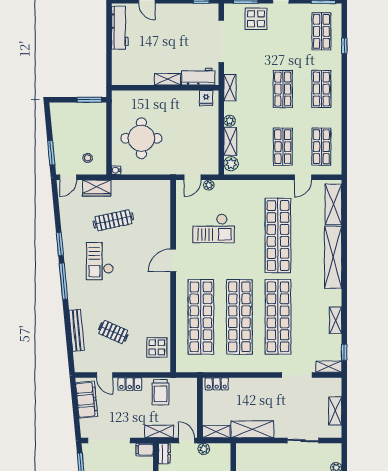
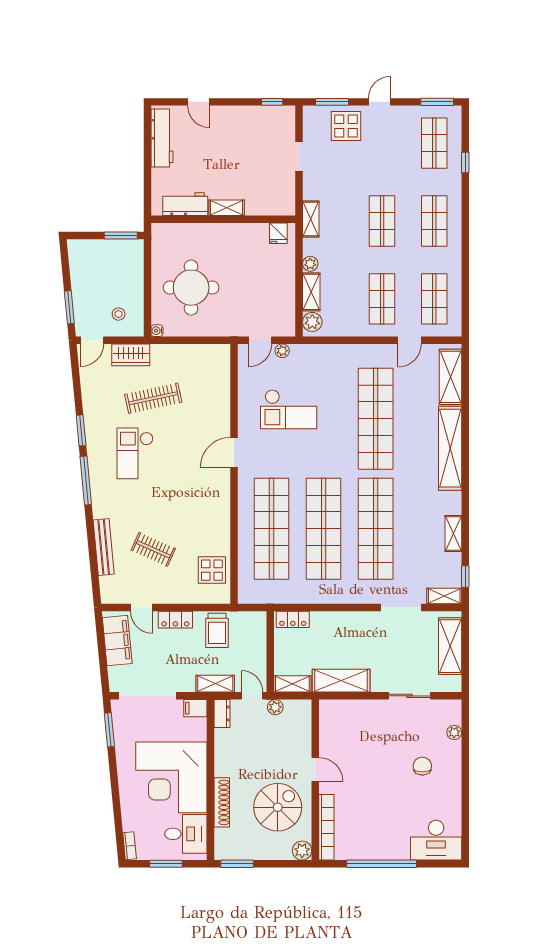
doorway: (221, 41) -> (299, 157), width x0.53
workbench: (198, 76) -> (185, 204), moved
shelving: (335, 411) -> (450, 646), width x1.50, depth x1.33

